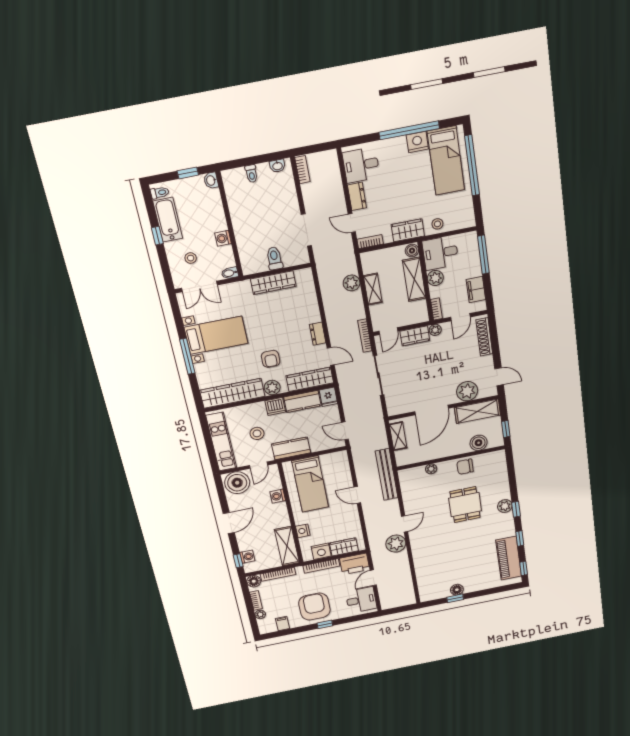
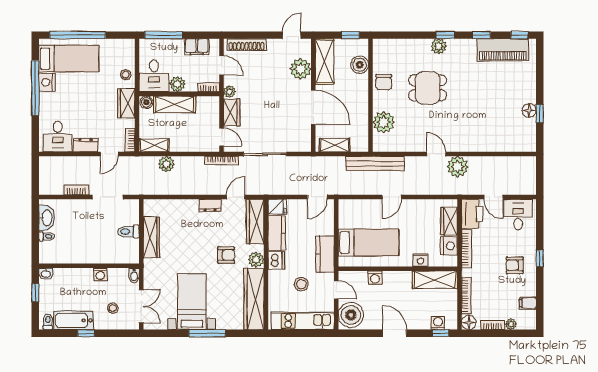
washbasin: (277, 166) -> (47, 218), width x1.91, depth x1.45
bookcase: (302, 170) -> (76, 190), moved
shelving: (373, 289) -> (154, 145), moved
plant: (431, 469) -> (384, 122), width x1.87, depth x1.87
armchair: (314, 607) -> (515, 265), width x0.53, depth x0.53

